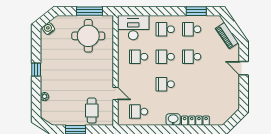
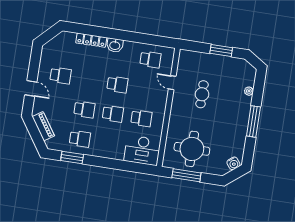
school desk: (165, 29) -> (61, 76), moved
window: (36, 70) -> (253, 121), width x2.17
cafe table: (92, 111) -> (202, 94), moved

